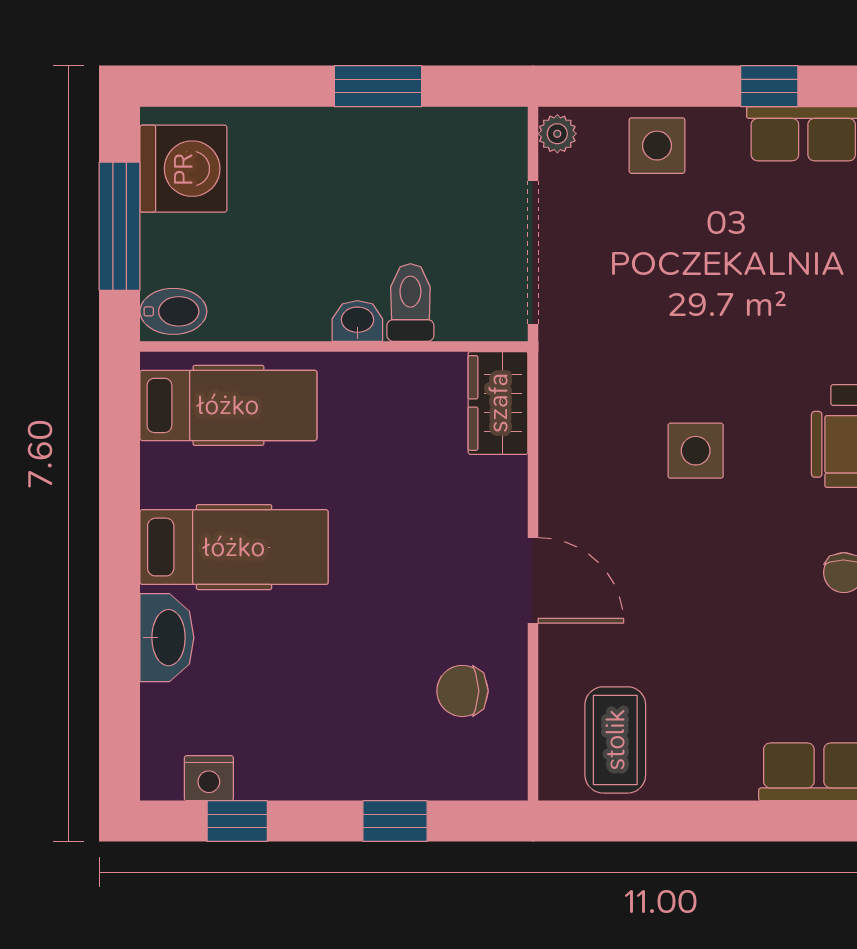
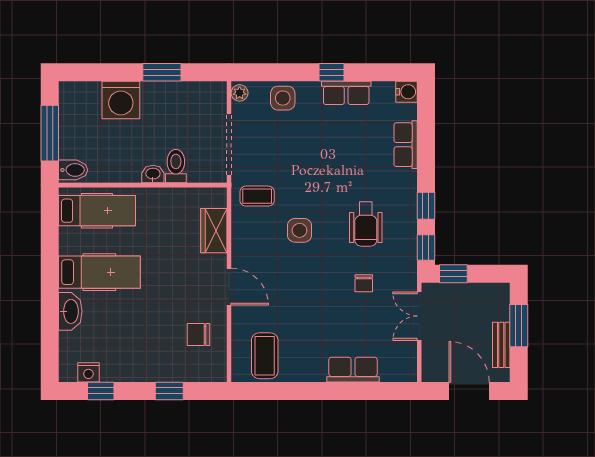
washing machine: (183, 169) -> (121, 100), moved, turned 90
coffee table: (598, 372) -> (257, 196), added
wardrobe: (498, 403) -> (214, 231), moved

